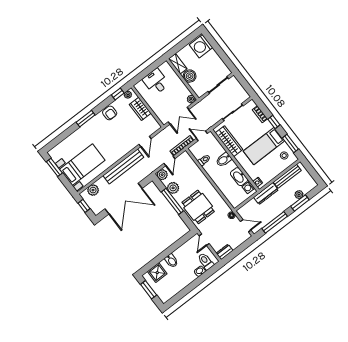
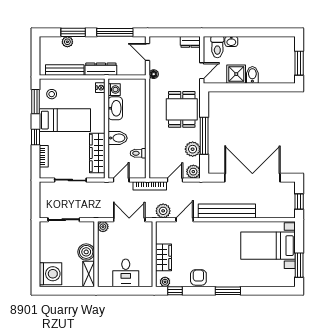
door: (202, 136) -> (121, 180), swing flipped
plant: (93, 190) -> (163, 211), moved
shower: (157, 273) -> (236, 74), moved

